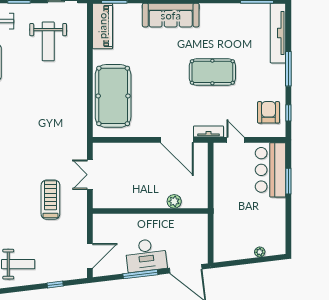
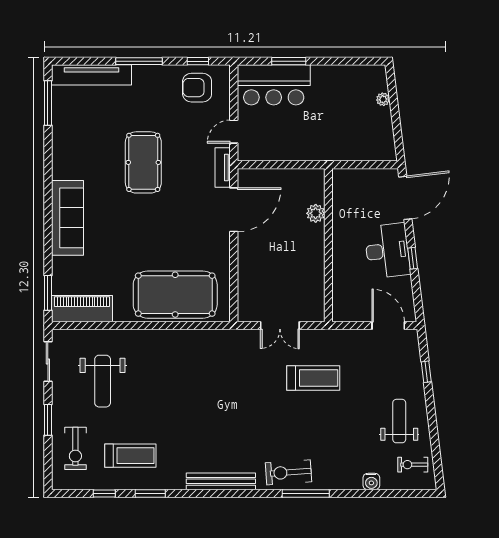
weight bench: (48, 41) -> (103, 381), turned 90
treadmill: (50, 200) -> (313, 378), turned 180
window: (140, 274) -> (413, 258), width x0.46

